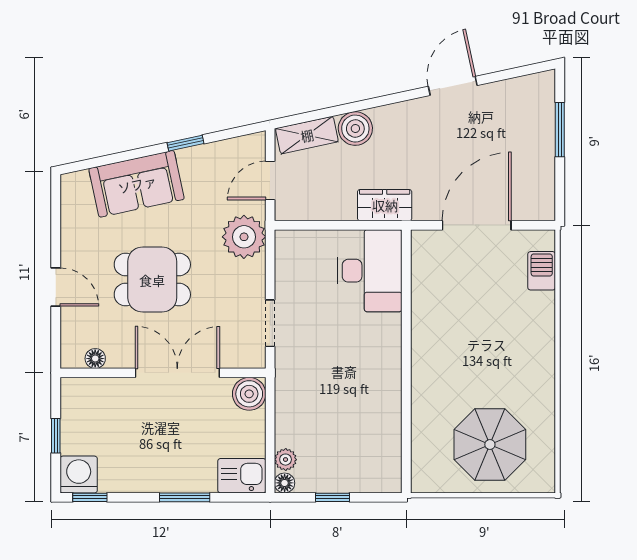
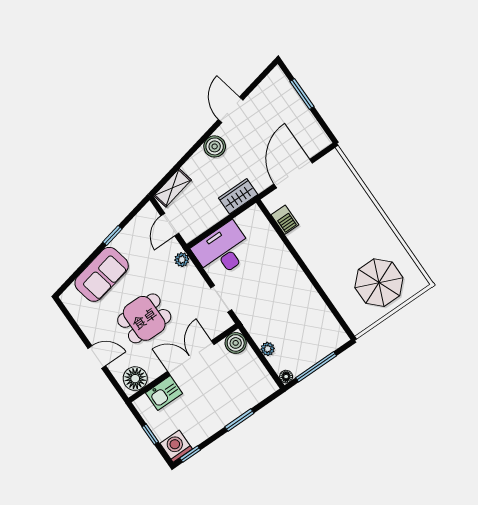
boiler: (355, 129) -> (215, 146), moved
plant: (244, 237) -> (182, 260), width x0.53, depth x0.53
desk: (370, 271) -> (223, 250), moved, turned -90
barbecue: (542, 271) -> (285, 220), moved, turned 180
floor lamp: (95, 359) -> (135, 379), width x1.89, depth x1.89
plant: (286, 460) -> (268, 349), moved
kitchen sink: (242, 476) -> (164, 393), moved, turned 180
window: (332, 497) -> (316, 367), width x2.17

